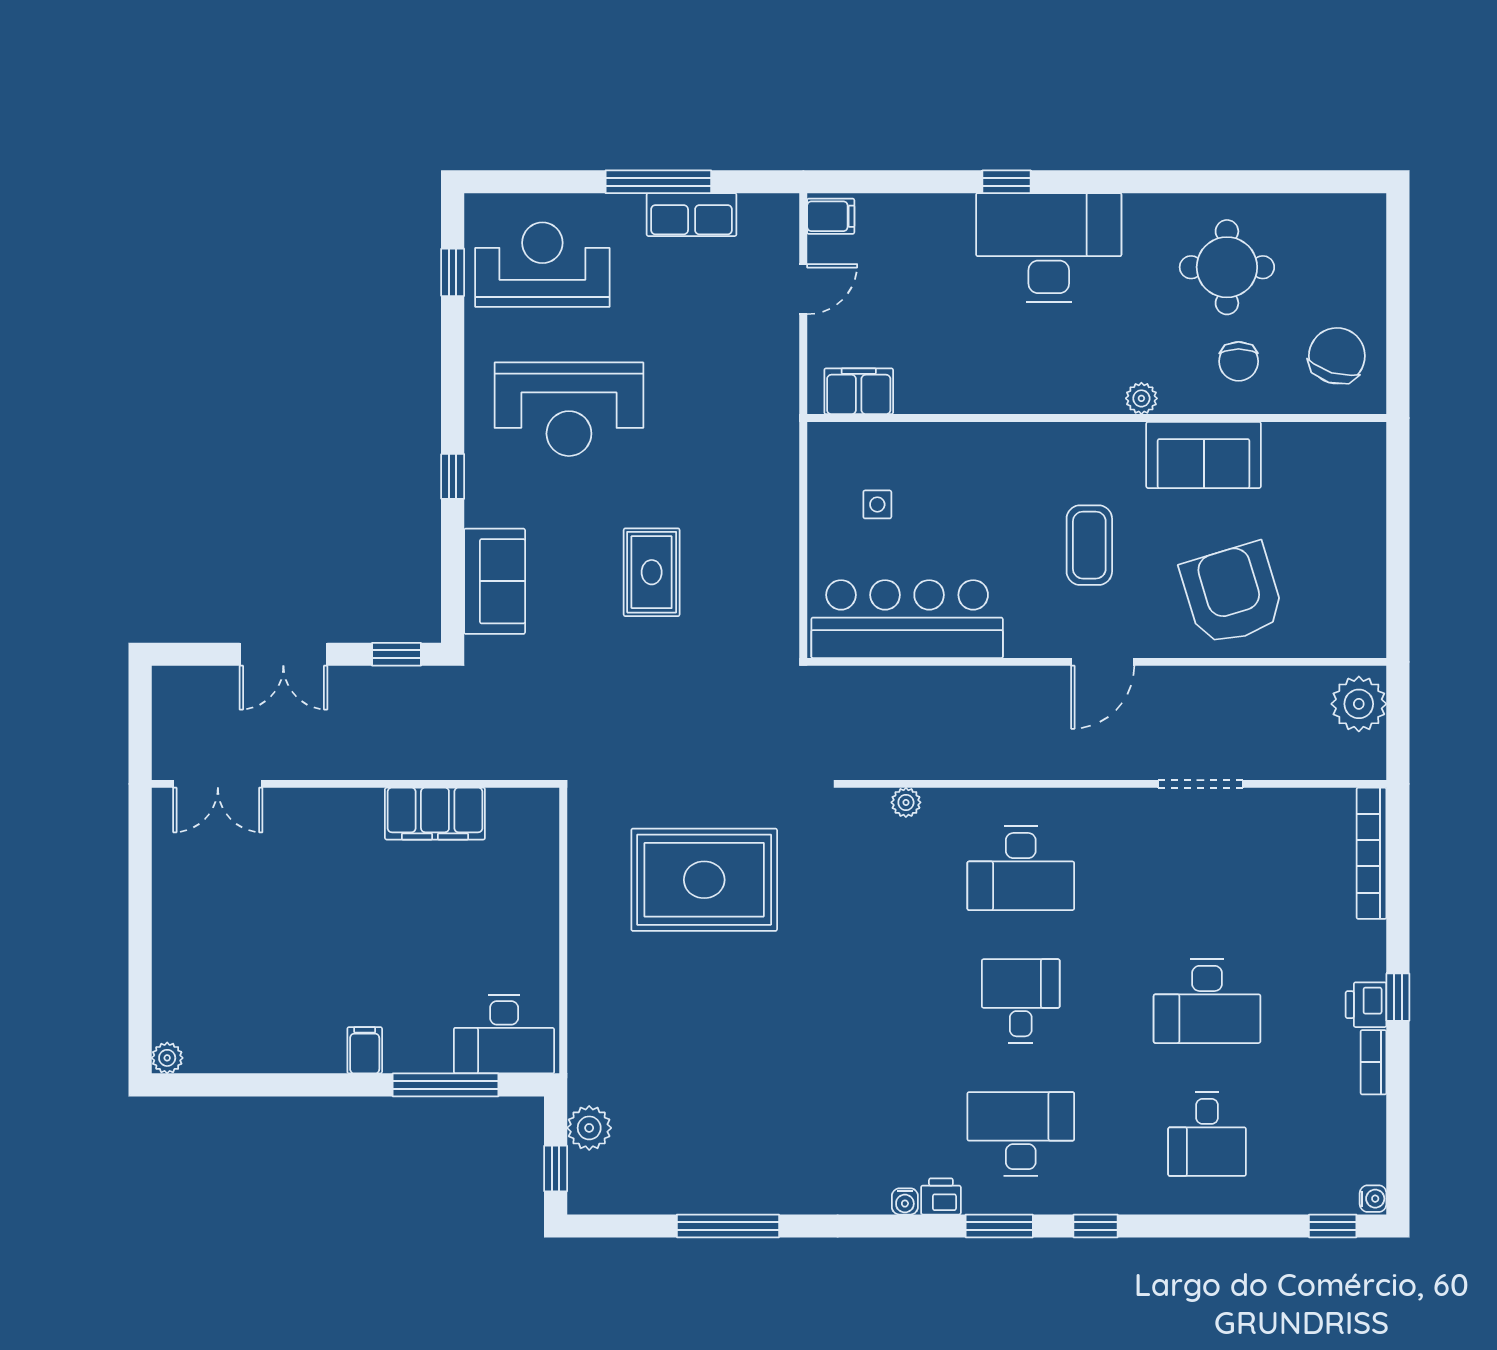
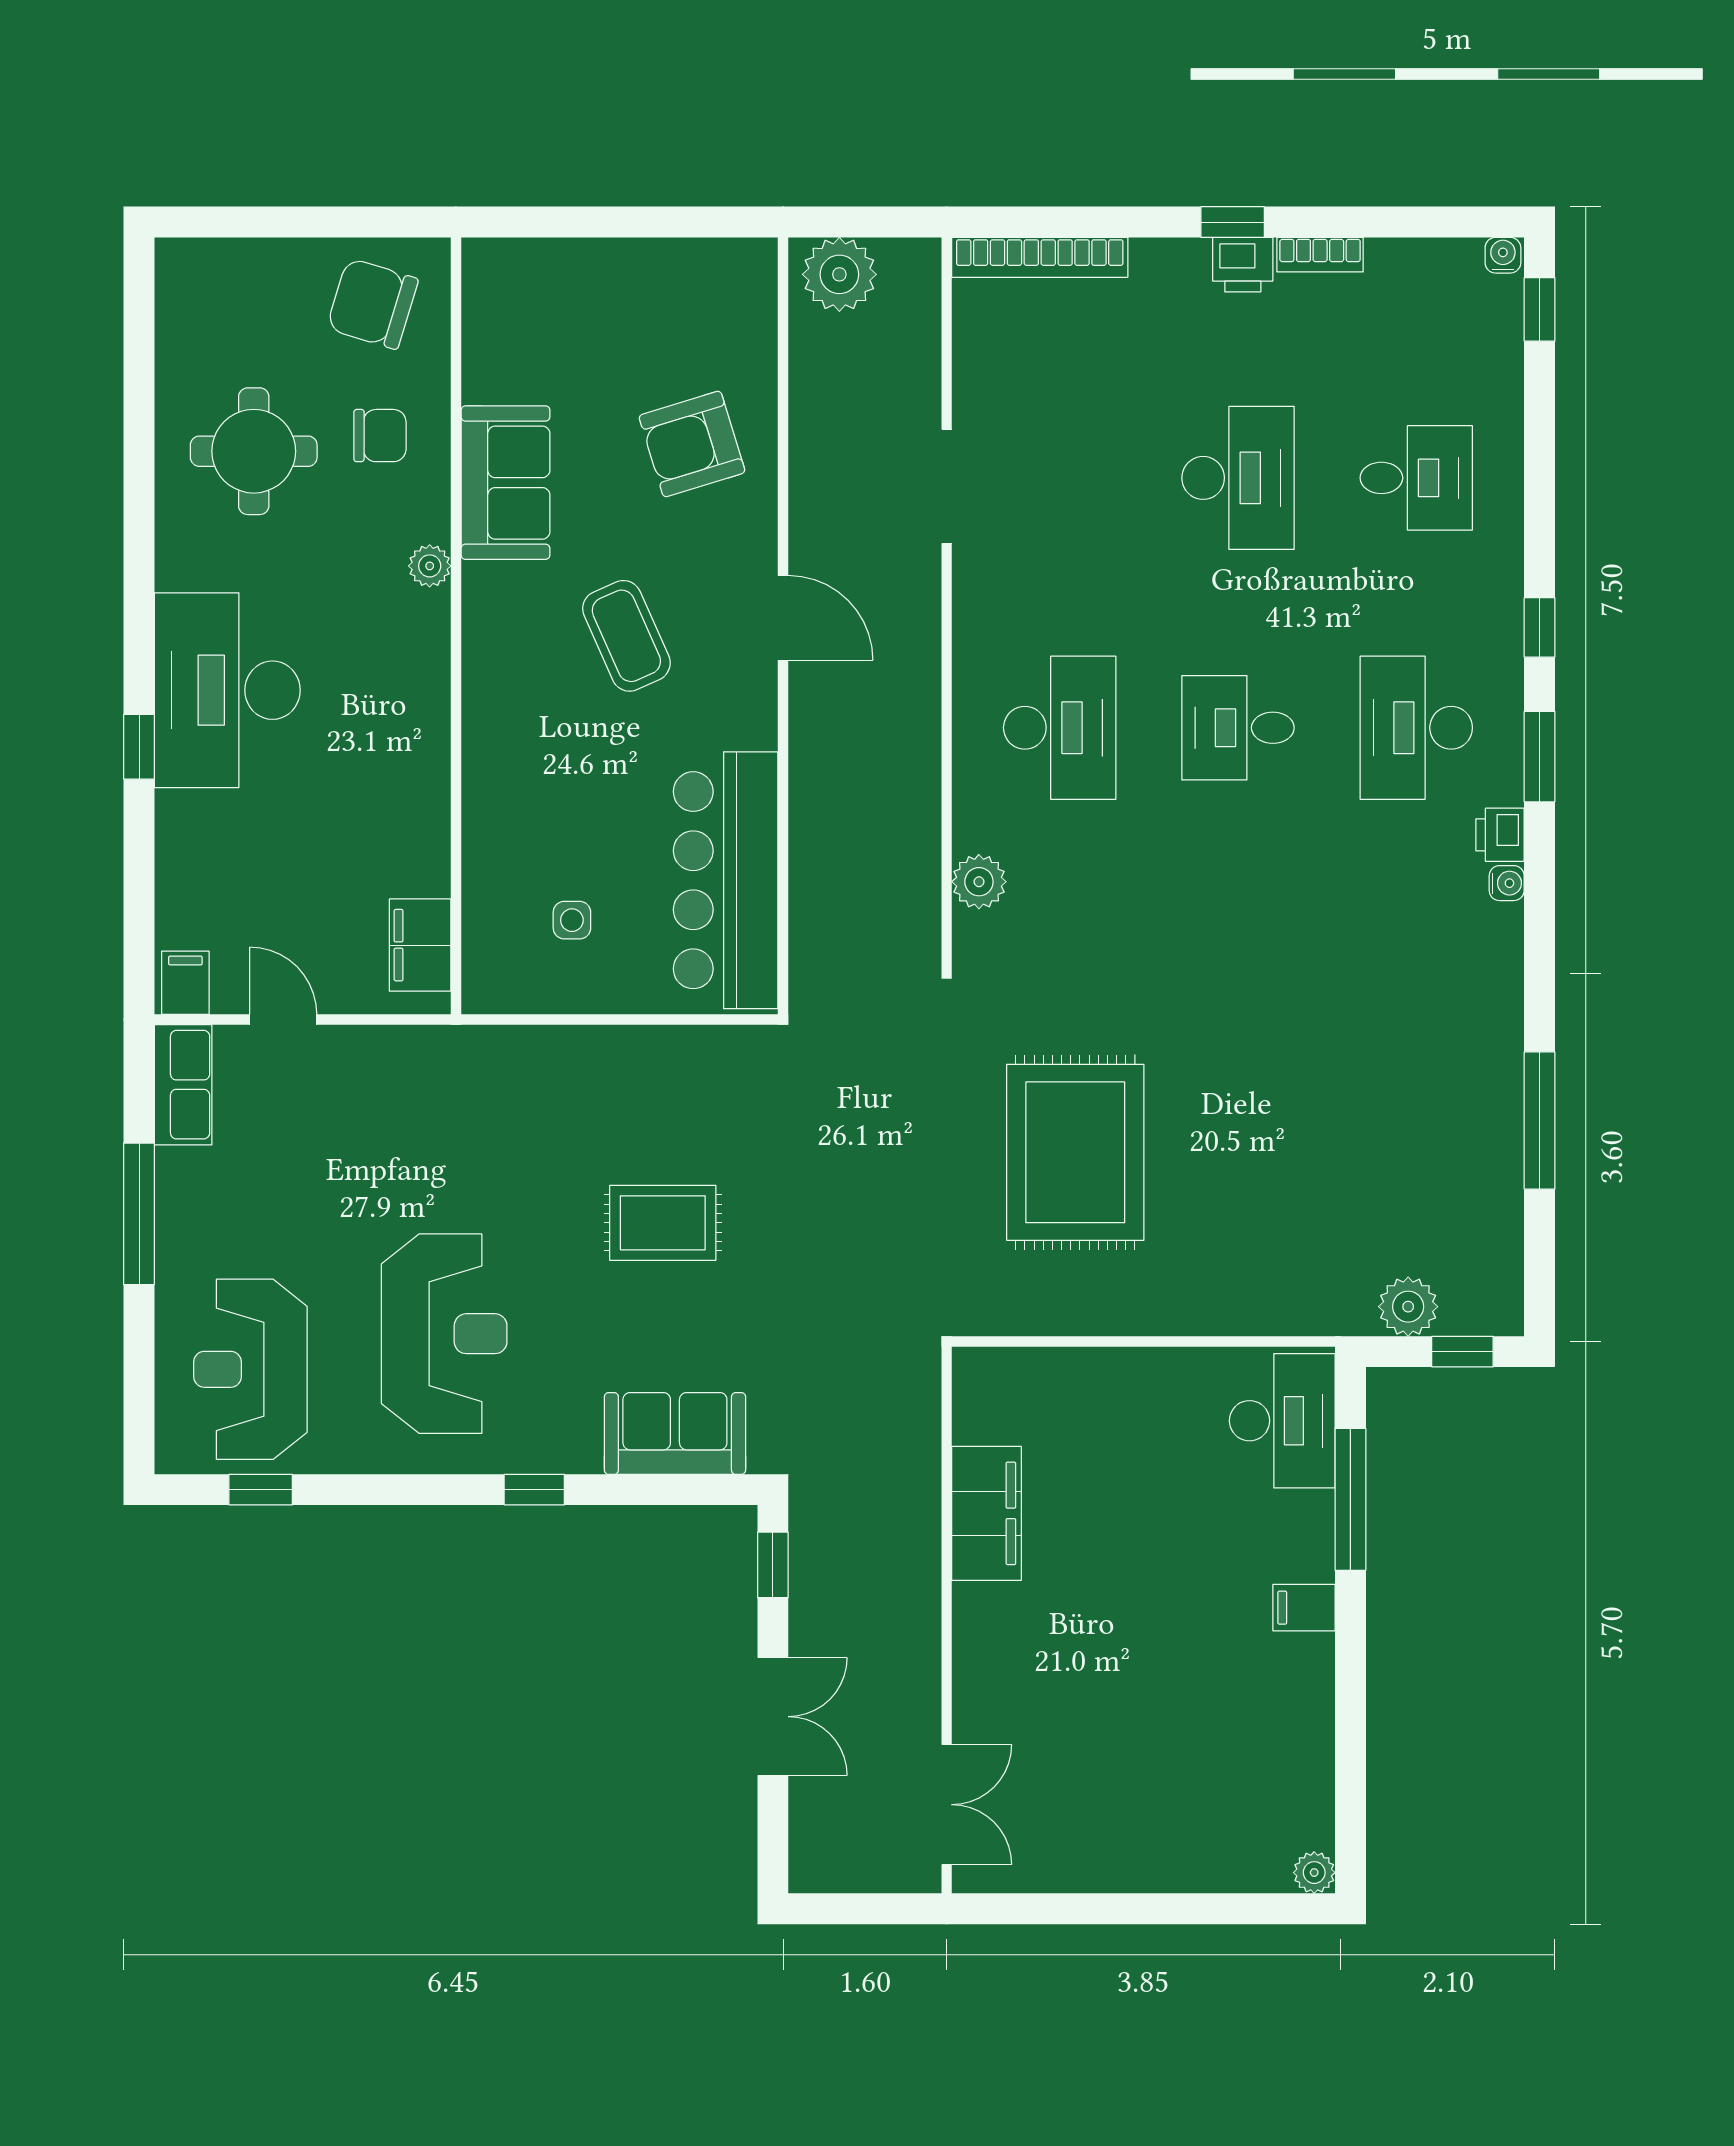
row of seats: (692, 215) -> (183, 1085), moved
coffee table: (1089, 545) -> (626, 636), turned 66
armchair: (1232, 594) -> (692, 444), width x0.73, depth x0.73
plant: (906, 802) -> (979, 882), width x1.38, depth x1.38

